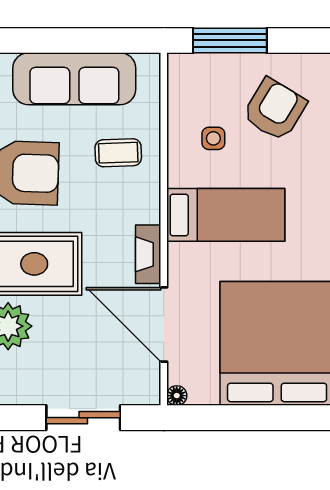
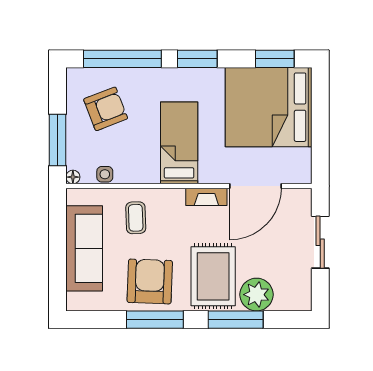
armchair: (275, 110) -> (106, 109), turned 128
side table: (213, 138) -> (105, 174), moved
floor lamp: (177, 396) -> (73, 177), moved

